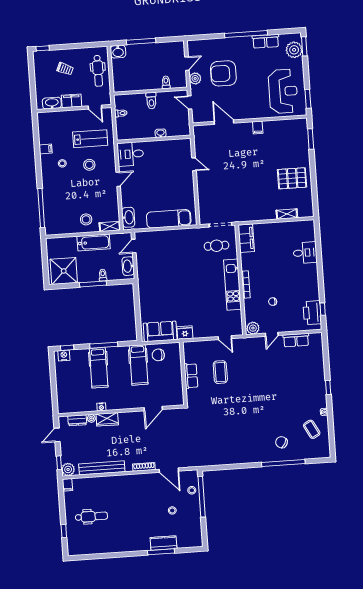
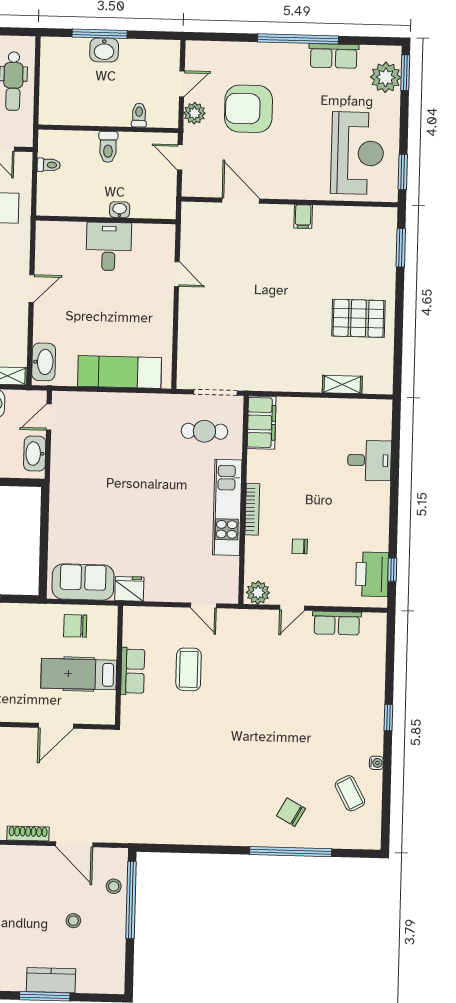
washbasin: (118, 52) -> (104, 50), moved
desk: (130, 154) -> (109, 246), moved, turned 90
hospital bed: (139, 365) -> (79, 674), moved, turned 90

